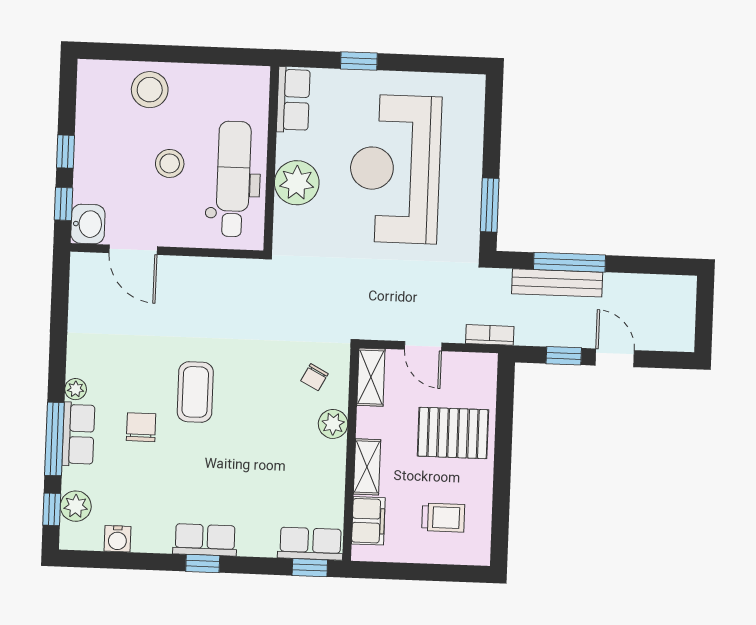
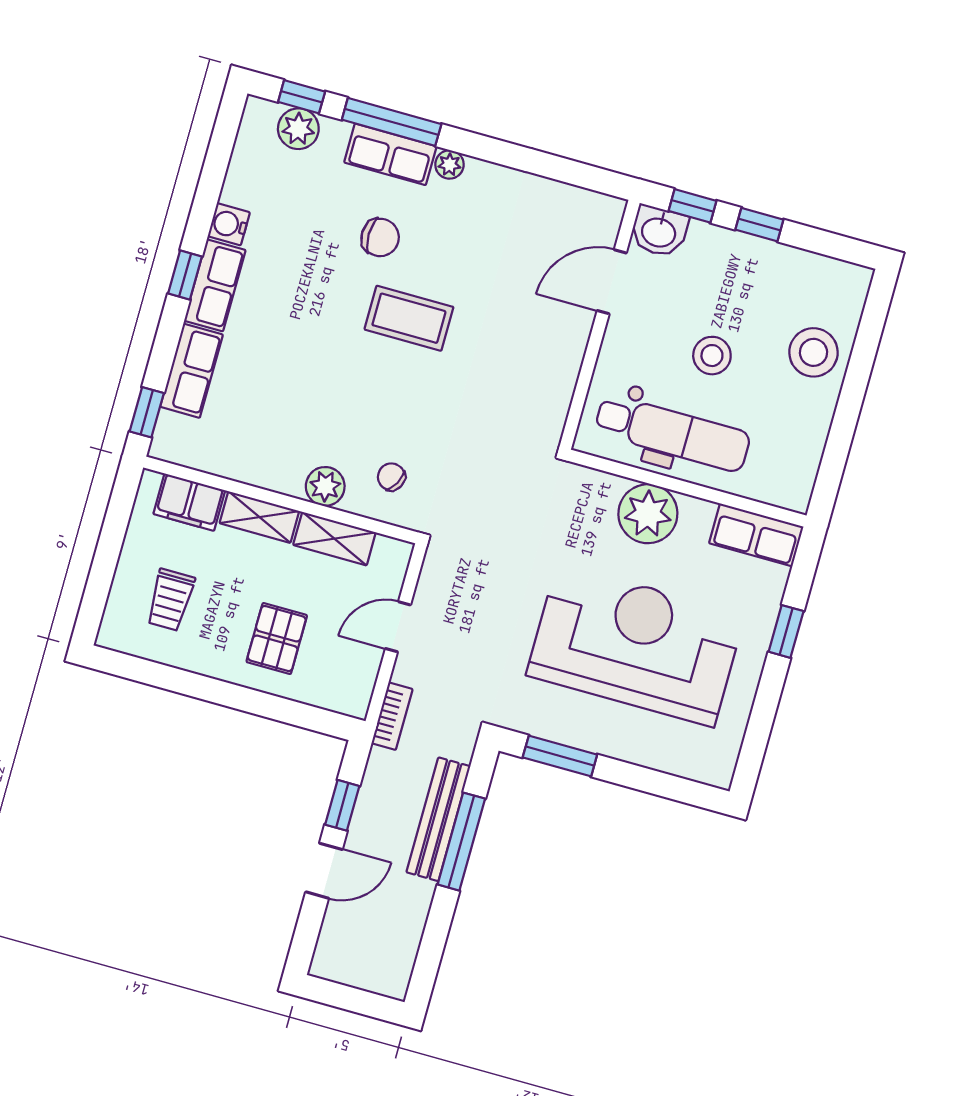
shelving: (371, 377) -> (334, 539), moved
pallet: (453, 433) -> (277, 639), width x0.67, depth x0.71
water cooler: (117, 539) -> (229, 224), moved
row of seats: (310, 544) -> (192, 371), moved

